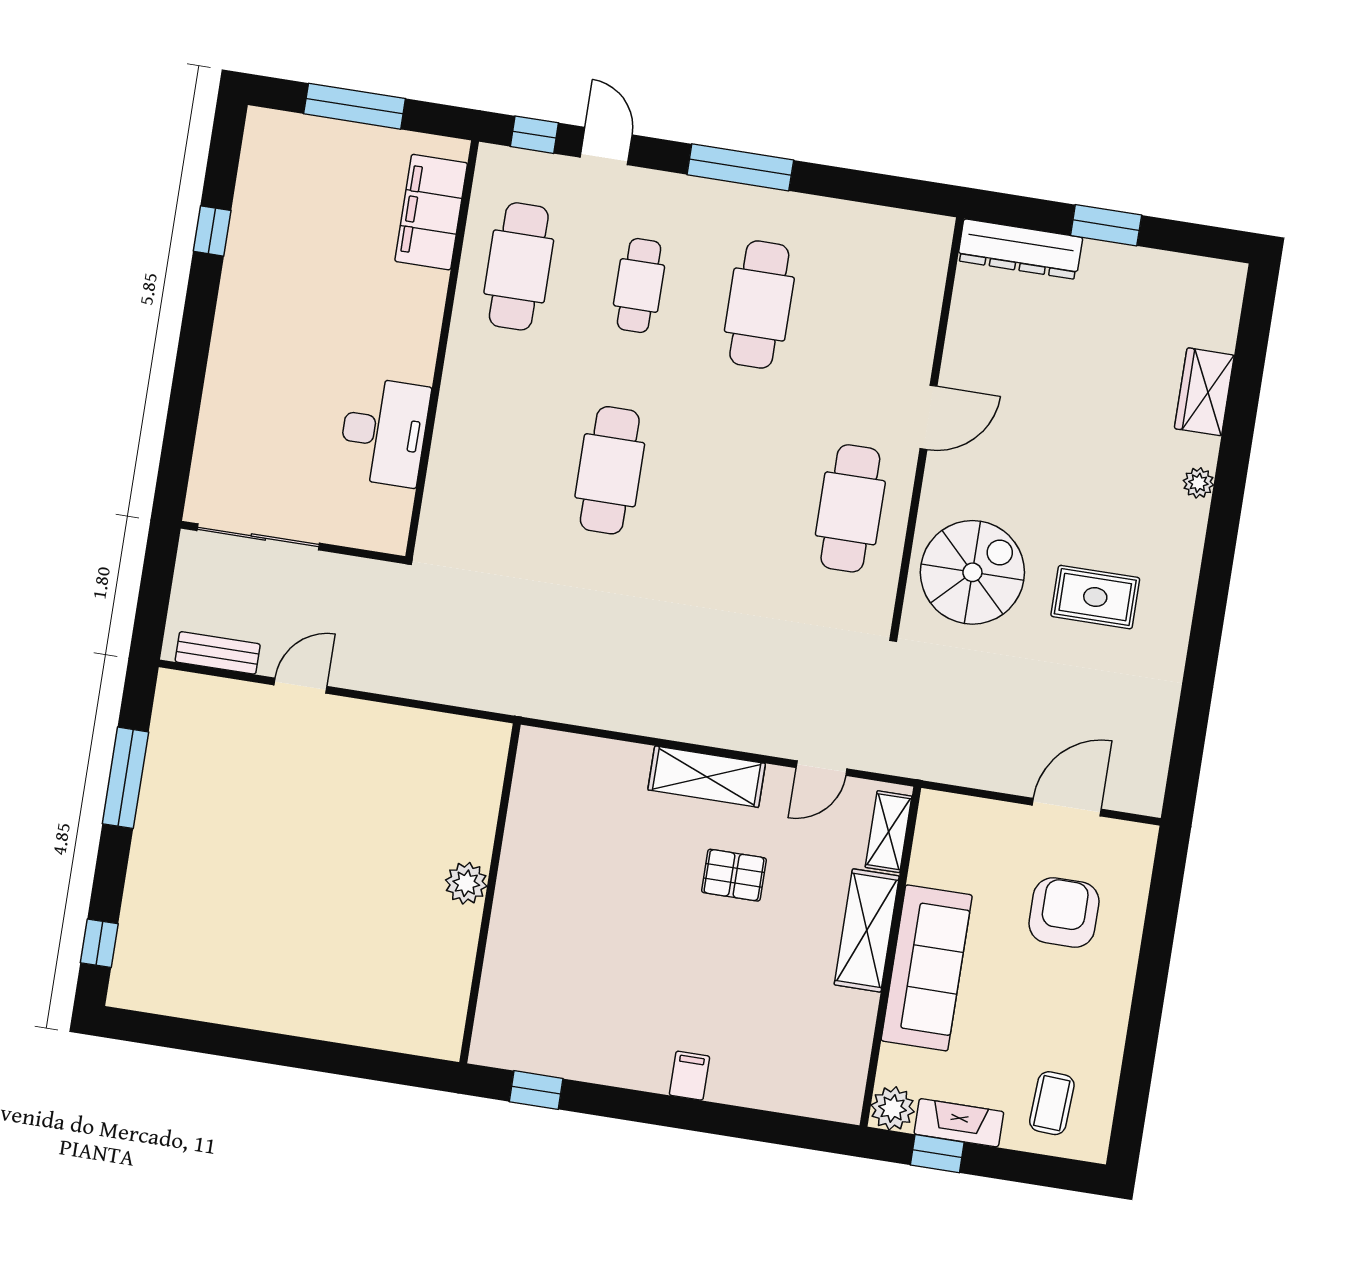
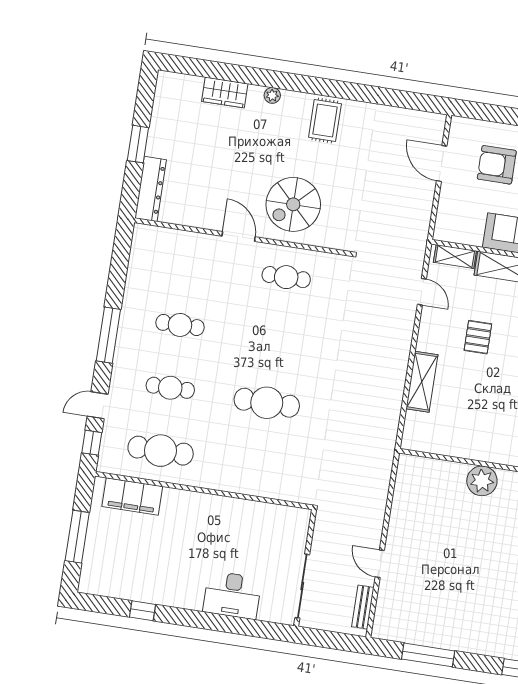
cafe table: (759, 305) -> (180, 325), width x0.73, depth x0.74
desk: (384, 432) -> (232, 595), moved, turned 180
cafe table: (850, 508) -> (286, 277), width x0.73, depth x0.74
spiral stairs: (972, 572) -> (293, 204), moved, turned -90
rug: (1095, 597) -> (325, 120), moved
shelving: (707, 777) -> (422, 382), moved
plant: (466, 883) -> (482, 481), width x1.36, depth x1.36

